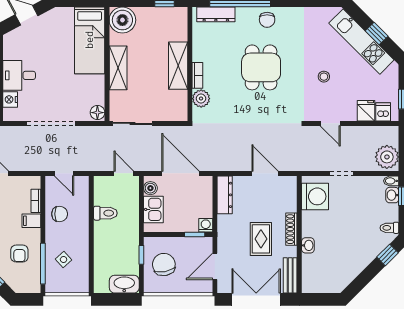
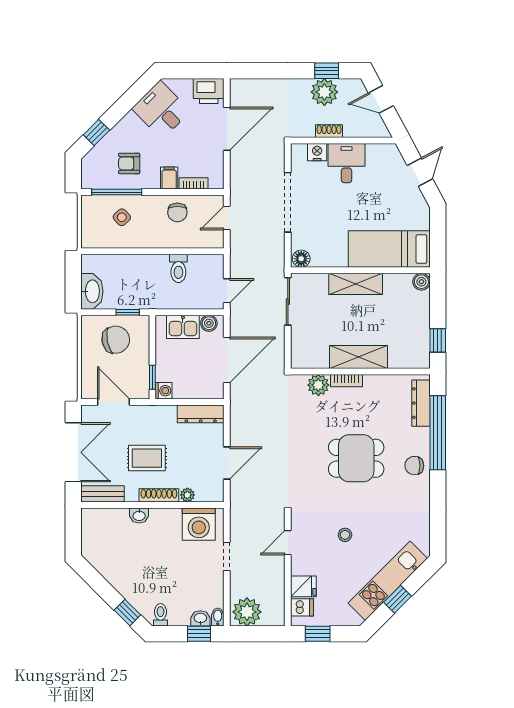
boiler: (122, 20) -> (421, 282), width x0.54, depth x0.54
plant: (291, 206) -> (187, 495), added

